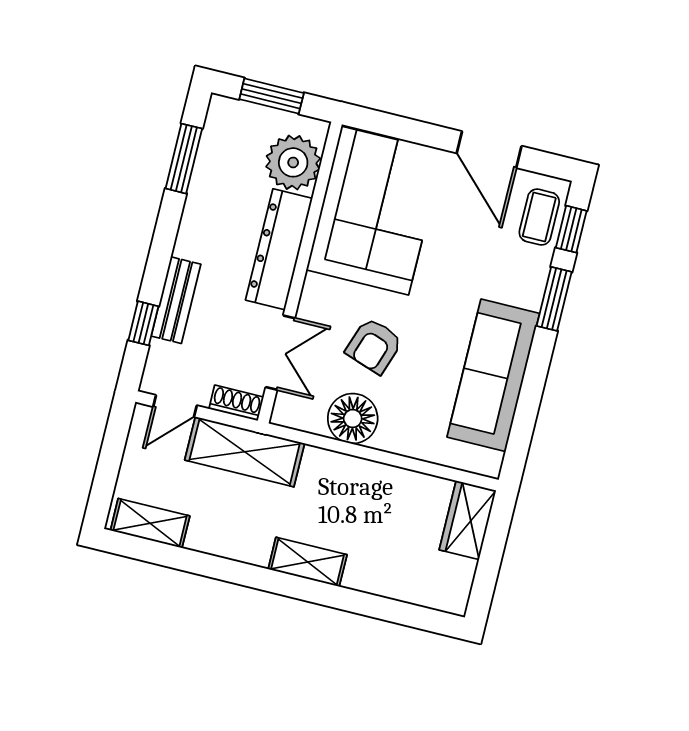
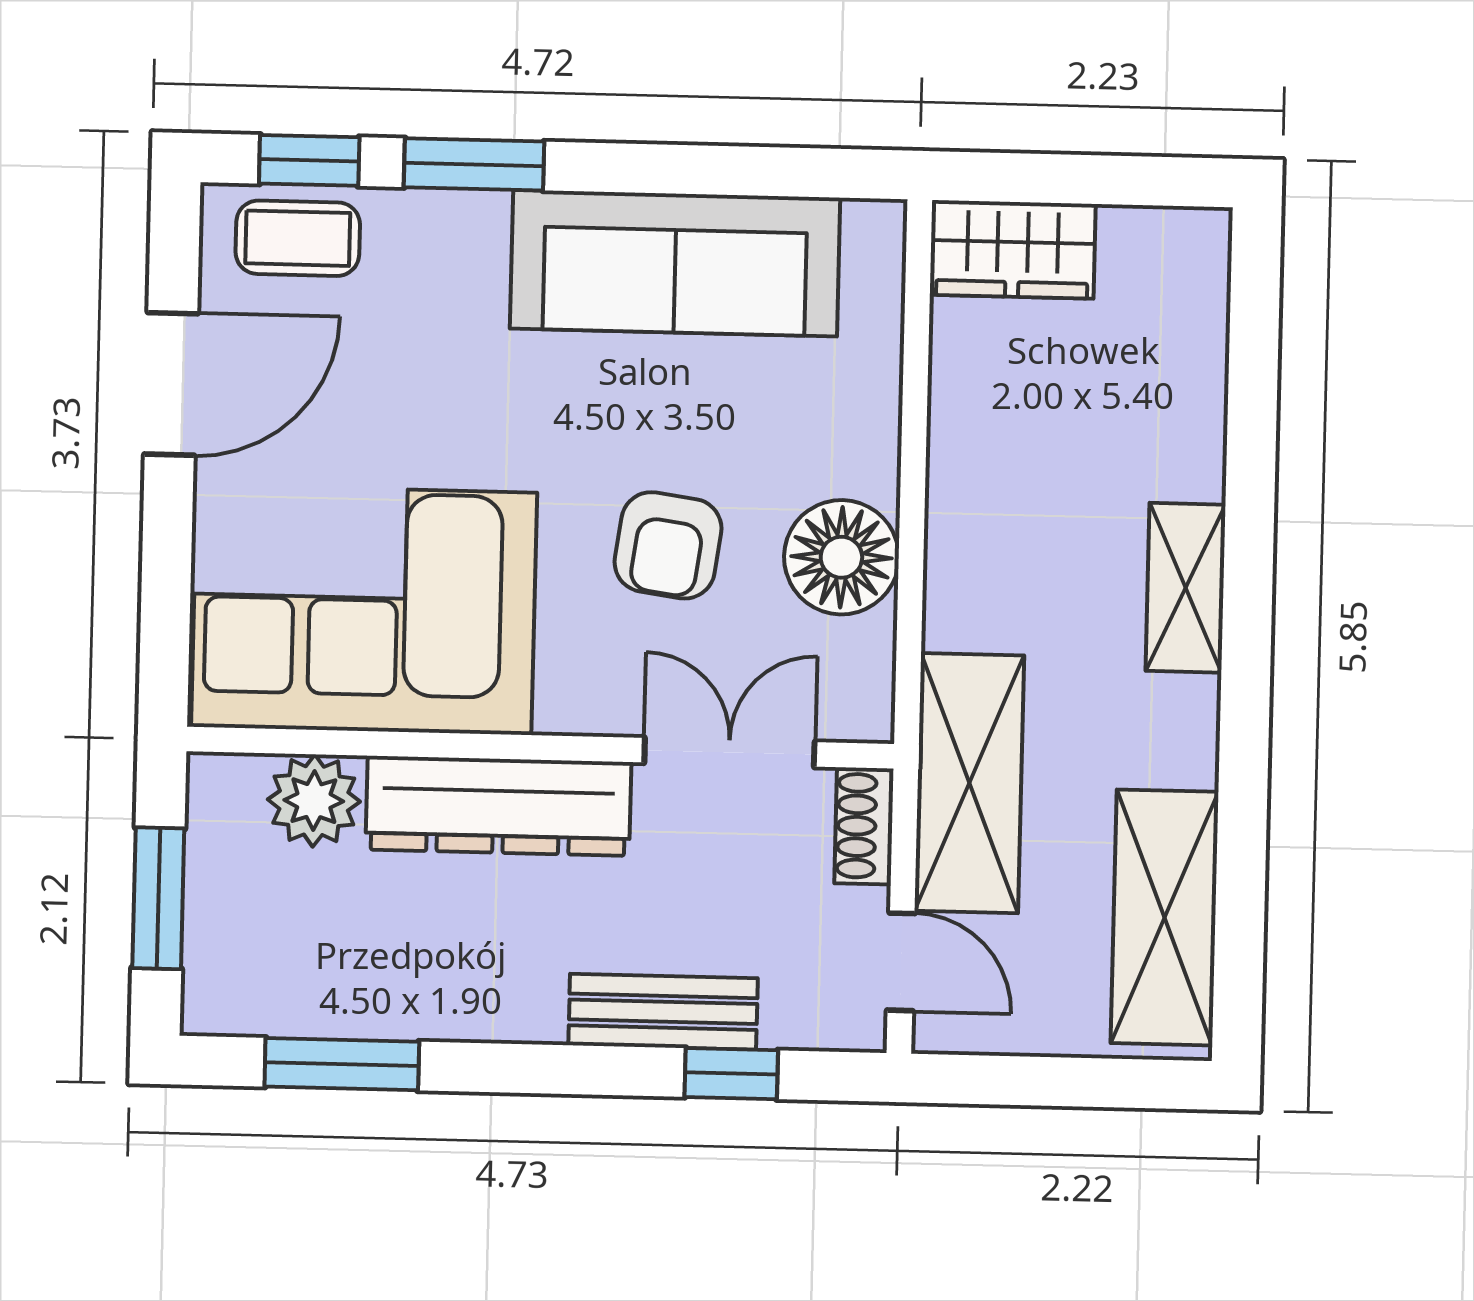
plant: (293, 162) -> (314, 801), width x0.73, depth x0.73
armchair: (374, 346) -> (668, 545), turned 79
shelving: (150, 523) -> (1165, 917), width x1.50, depth x1.33

